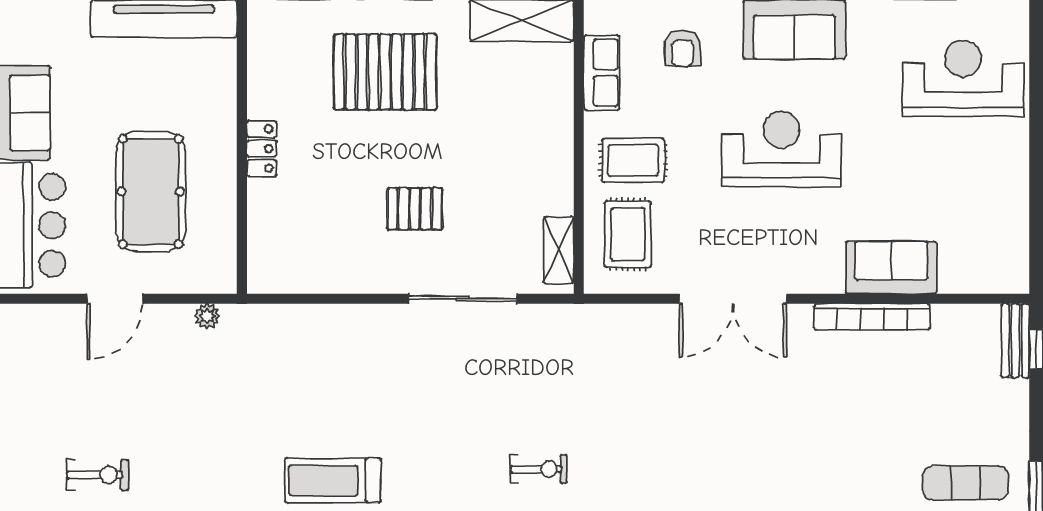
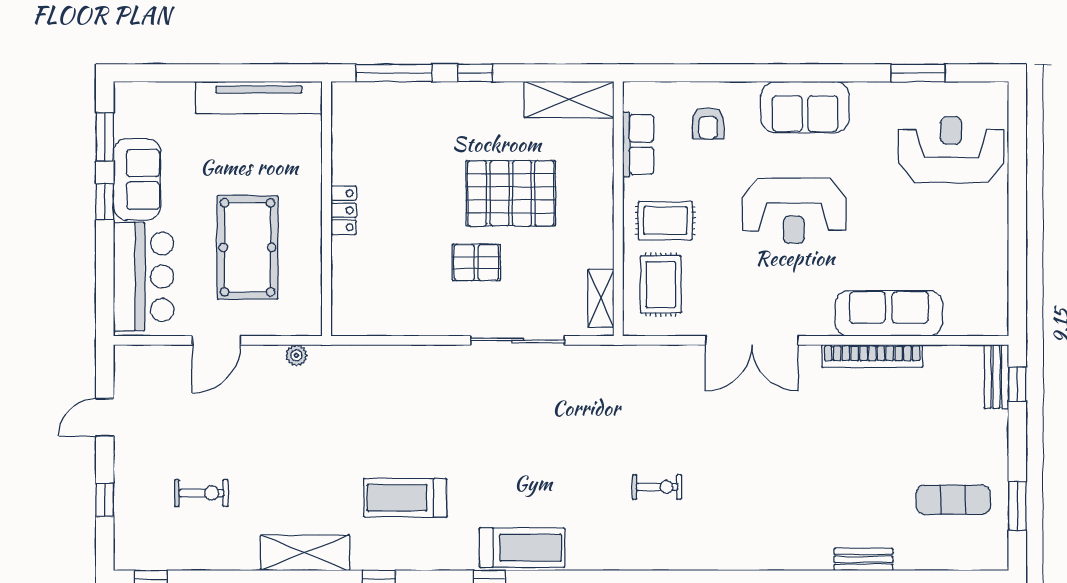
pallet: (385, 72) -> (511, 193), moved
reception desk: (782, 149) -> (794, 211), turned 180
sofa: (891, 267) -> (889, 313), width x1.36
exercise bike: (539, 469) -> (657, 487), moved

